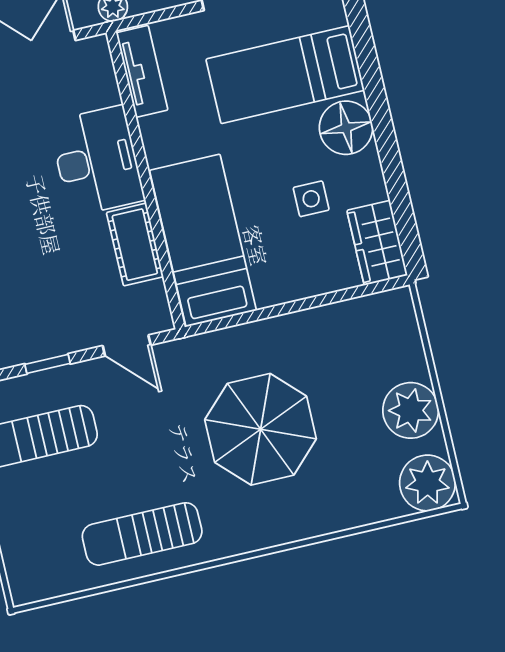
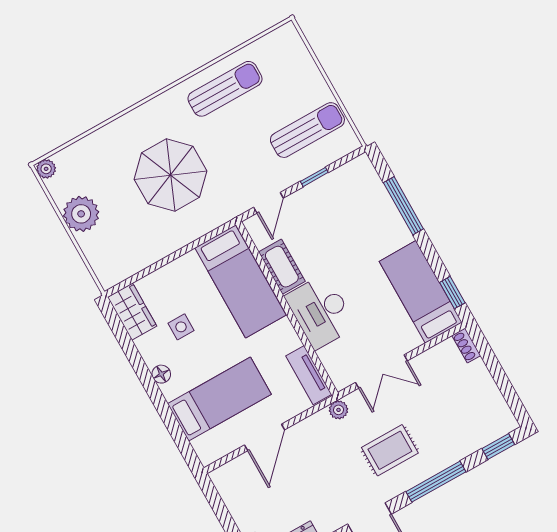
floor lamp: (346, 128) -> (161, 374), width x0.53, depth x0.53
door: (127, 345) -> (269, 203), swing flipped
plant: (427, 483) -> (46, 169), width x0.53, depth x0.53

